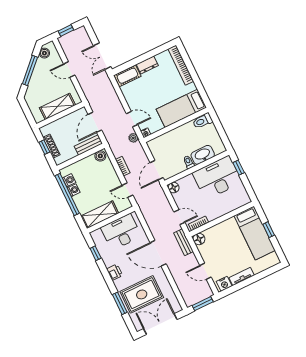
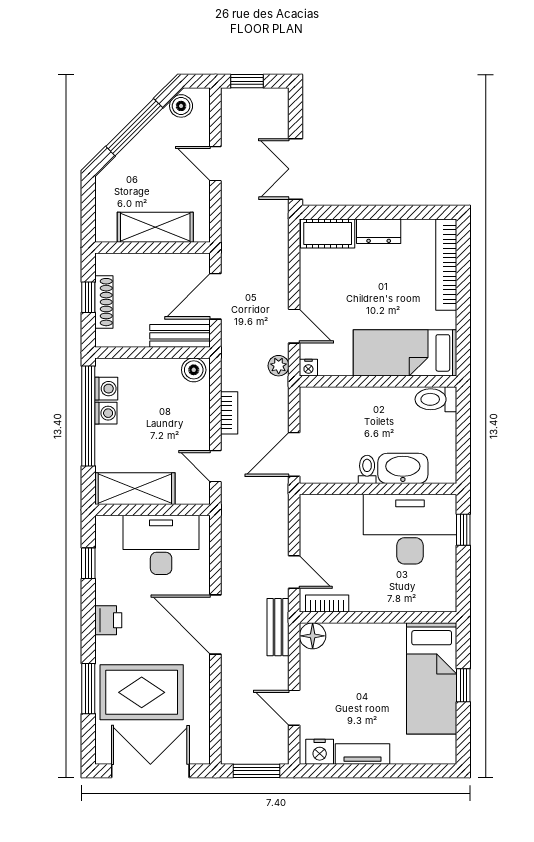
floor lamp: (174, 188) -> (312, 506), removed

